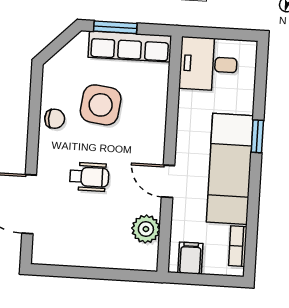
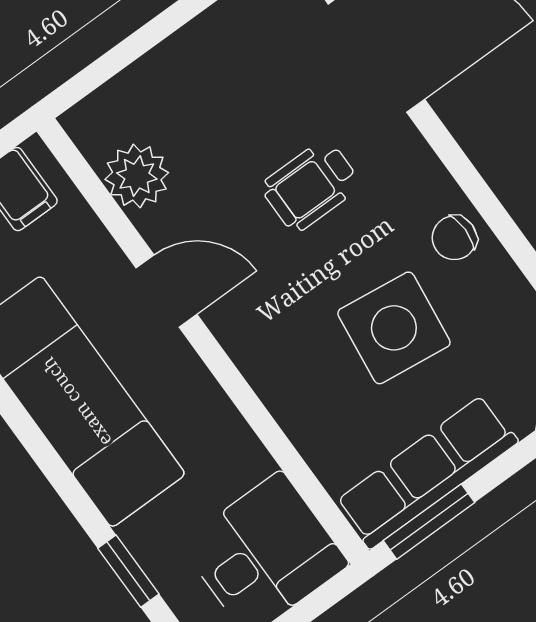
window: (115, 27) -> (429, 522), moved
window: (257, 136) -> (128, 571), moved

